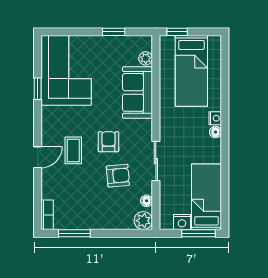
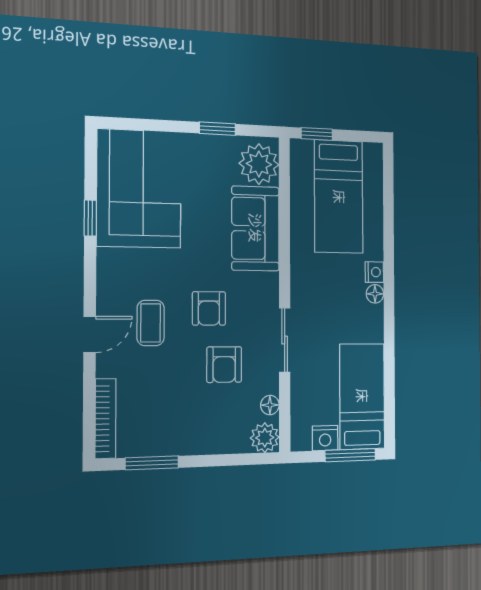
plant: (146, 58) -> (259, 164), width x1.87, depth x1.87
armchair: (109, 142) -> (209, 308), turned 180
armchair: (118, 176) -> (224, 365), turned 95
bookcase: (47, 215) -> (106, 419), width x1.56

